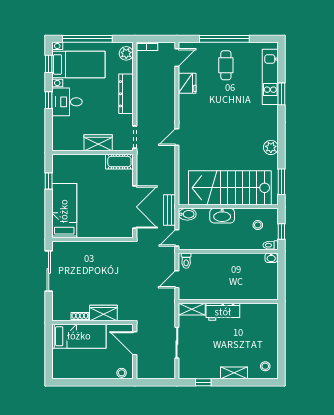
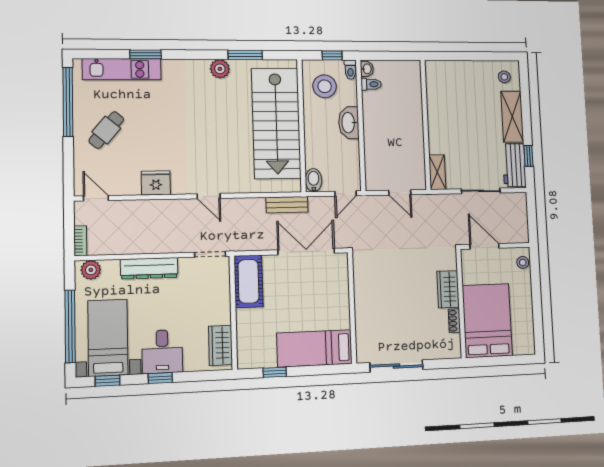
window: (224, 39) -> (68, 102), moved
cafe table: (226, 65) -> (106, 130), turned -50
fridge: (187, 83) -> (156, 183), moved
wardrobe: (98, 143) -> (220, 345), moved
cot: (119, 162) -> (248, 281), width x1.37, depth x1.34
window: (281, 182) -> (245, 55), moved
bench: (169, 210) -> (287, 205), moved
washbasin: (222, 216) -> (349, 123), moved, turned 180
stool: (258, 225) -> (325, 86), width x1.89, depth x1.89
door: (177, 238) -> (346, 193), hinge flipped
toilet: (186, 261) -> (371, 84), moved
workbench: (223, 312) -> (514, 165), moved, turned 180
bed: (79, 336) -> (487, 321), width x1.50
door: (135, 343) -> (485, 246), swing flipped
shelving: (234, 373) -> (512, 117), width x1.50, depth x1.33

